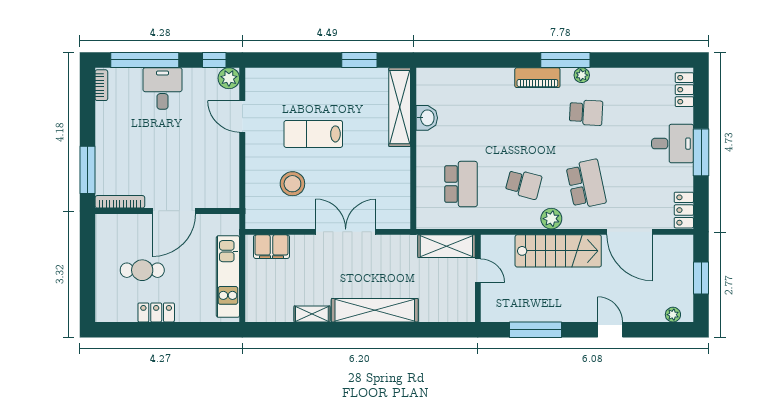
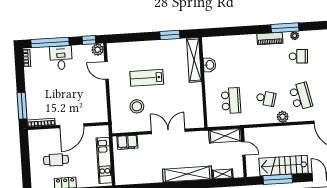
stairs: (558, 251) -> (284, 166), moved, turned 180
shelving: (312, 314) -> (223, 174), moved

